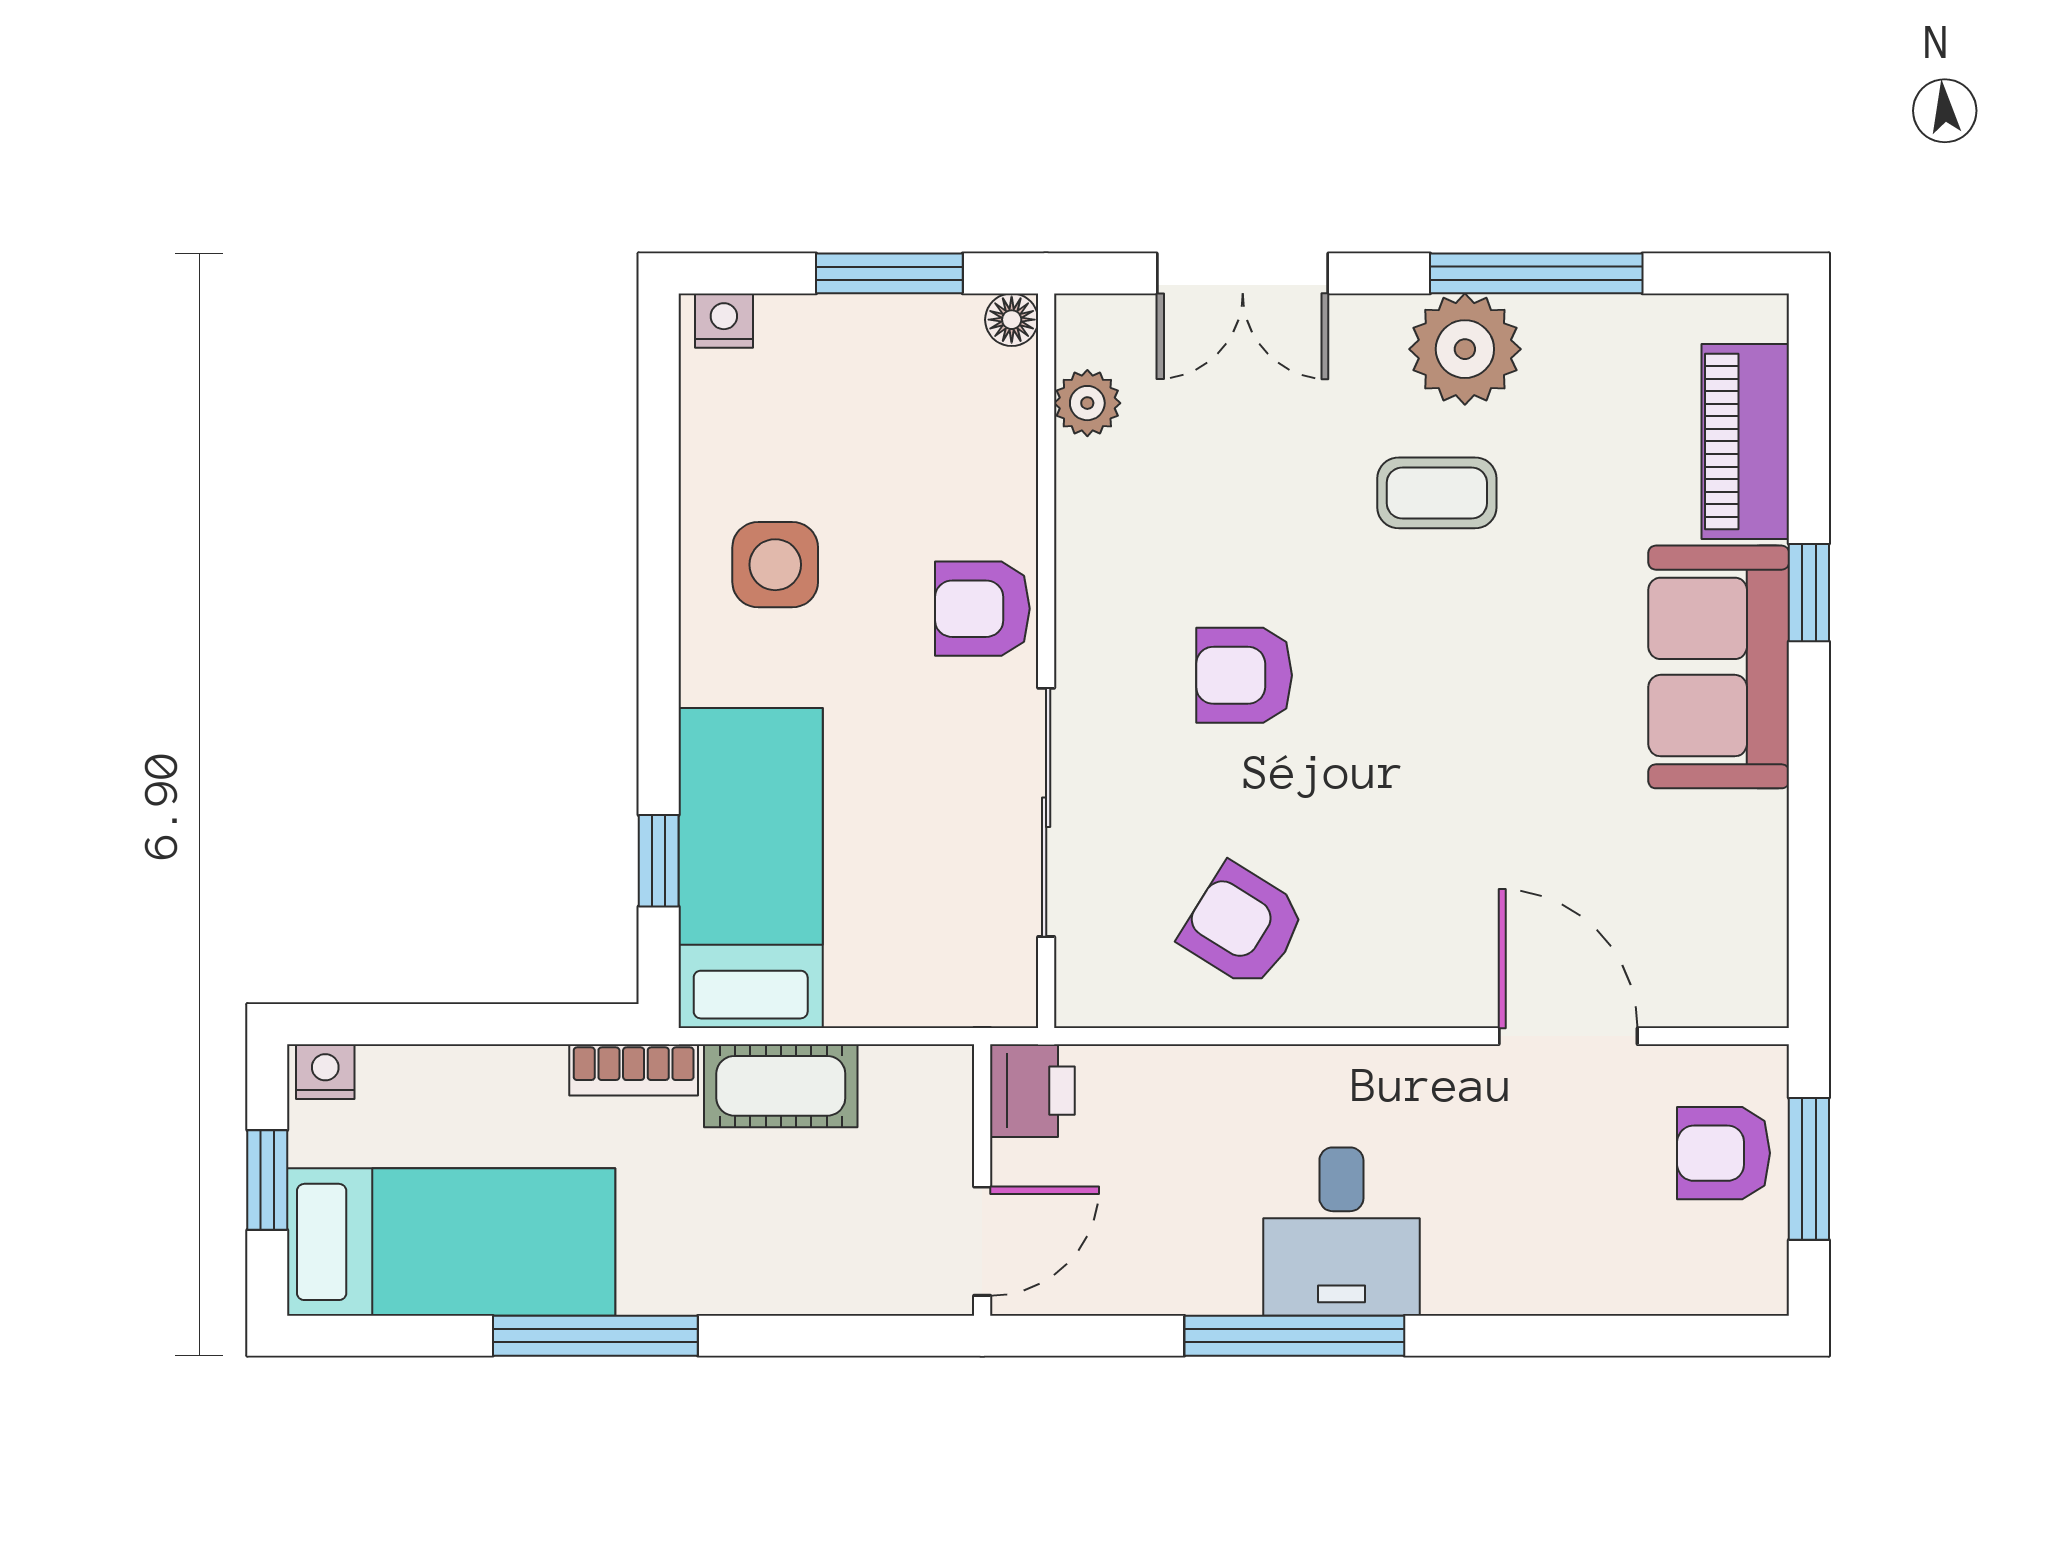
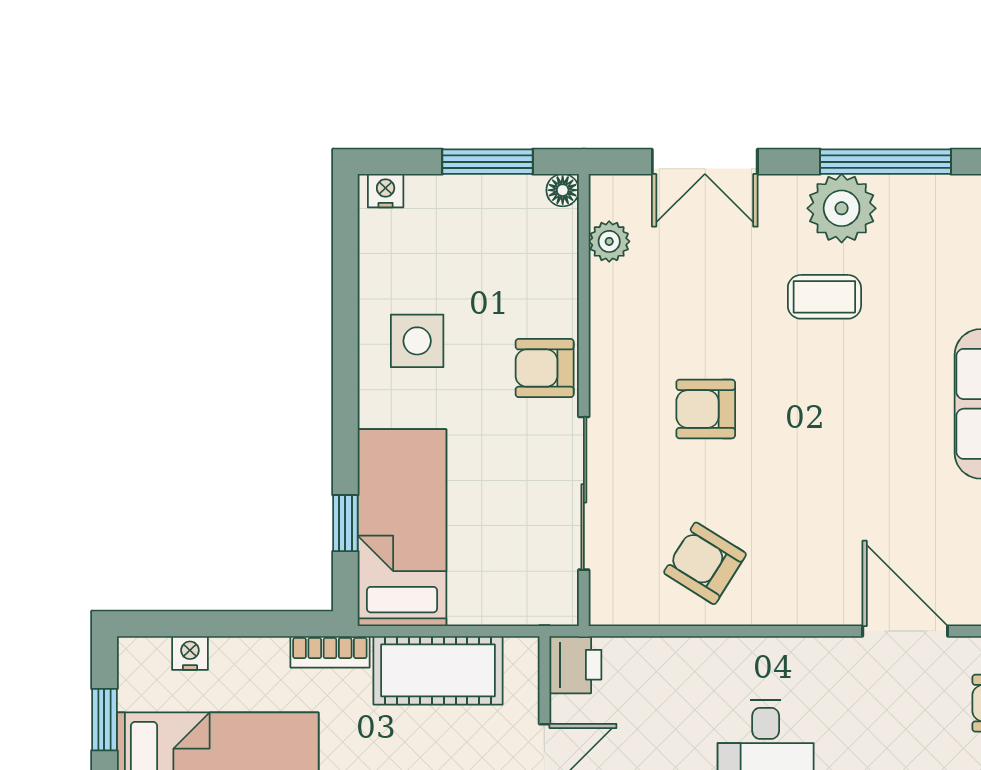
nightstand: (325, 1072) -> (190, 653), moved
cot: (781, 1086) -> (438, 670), width x1.37, depth x1.34

